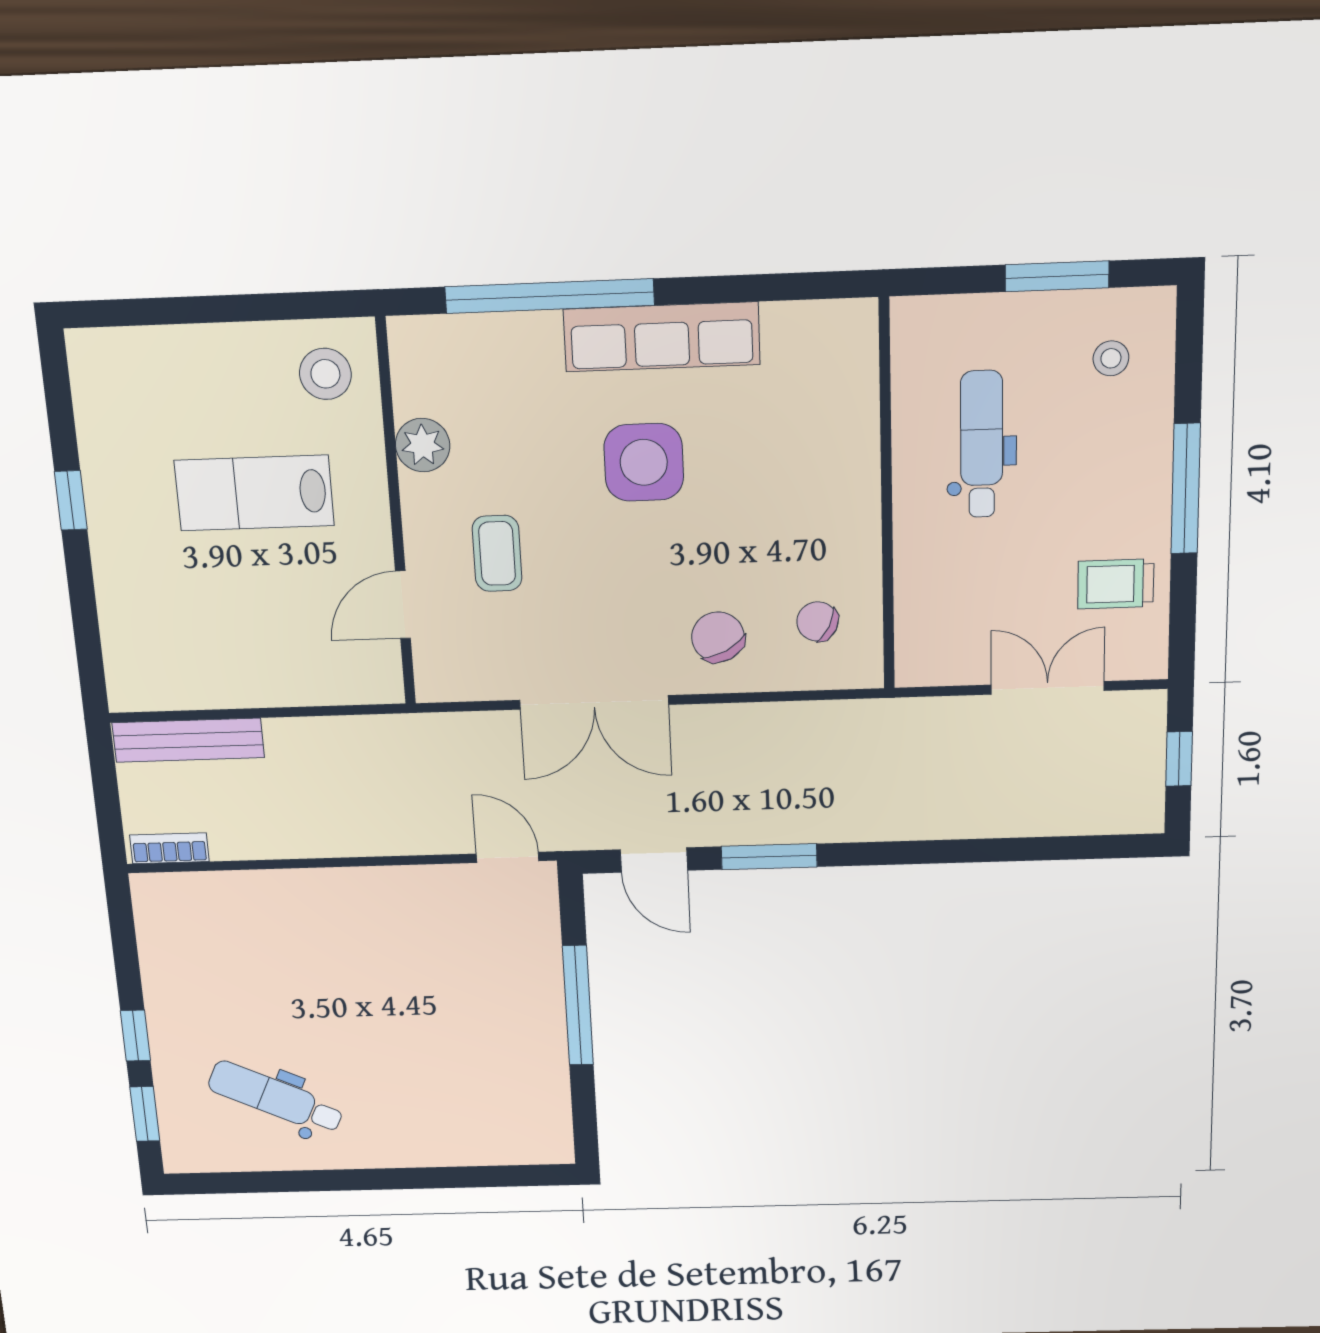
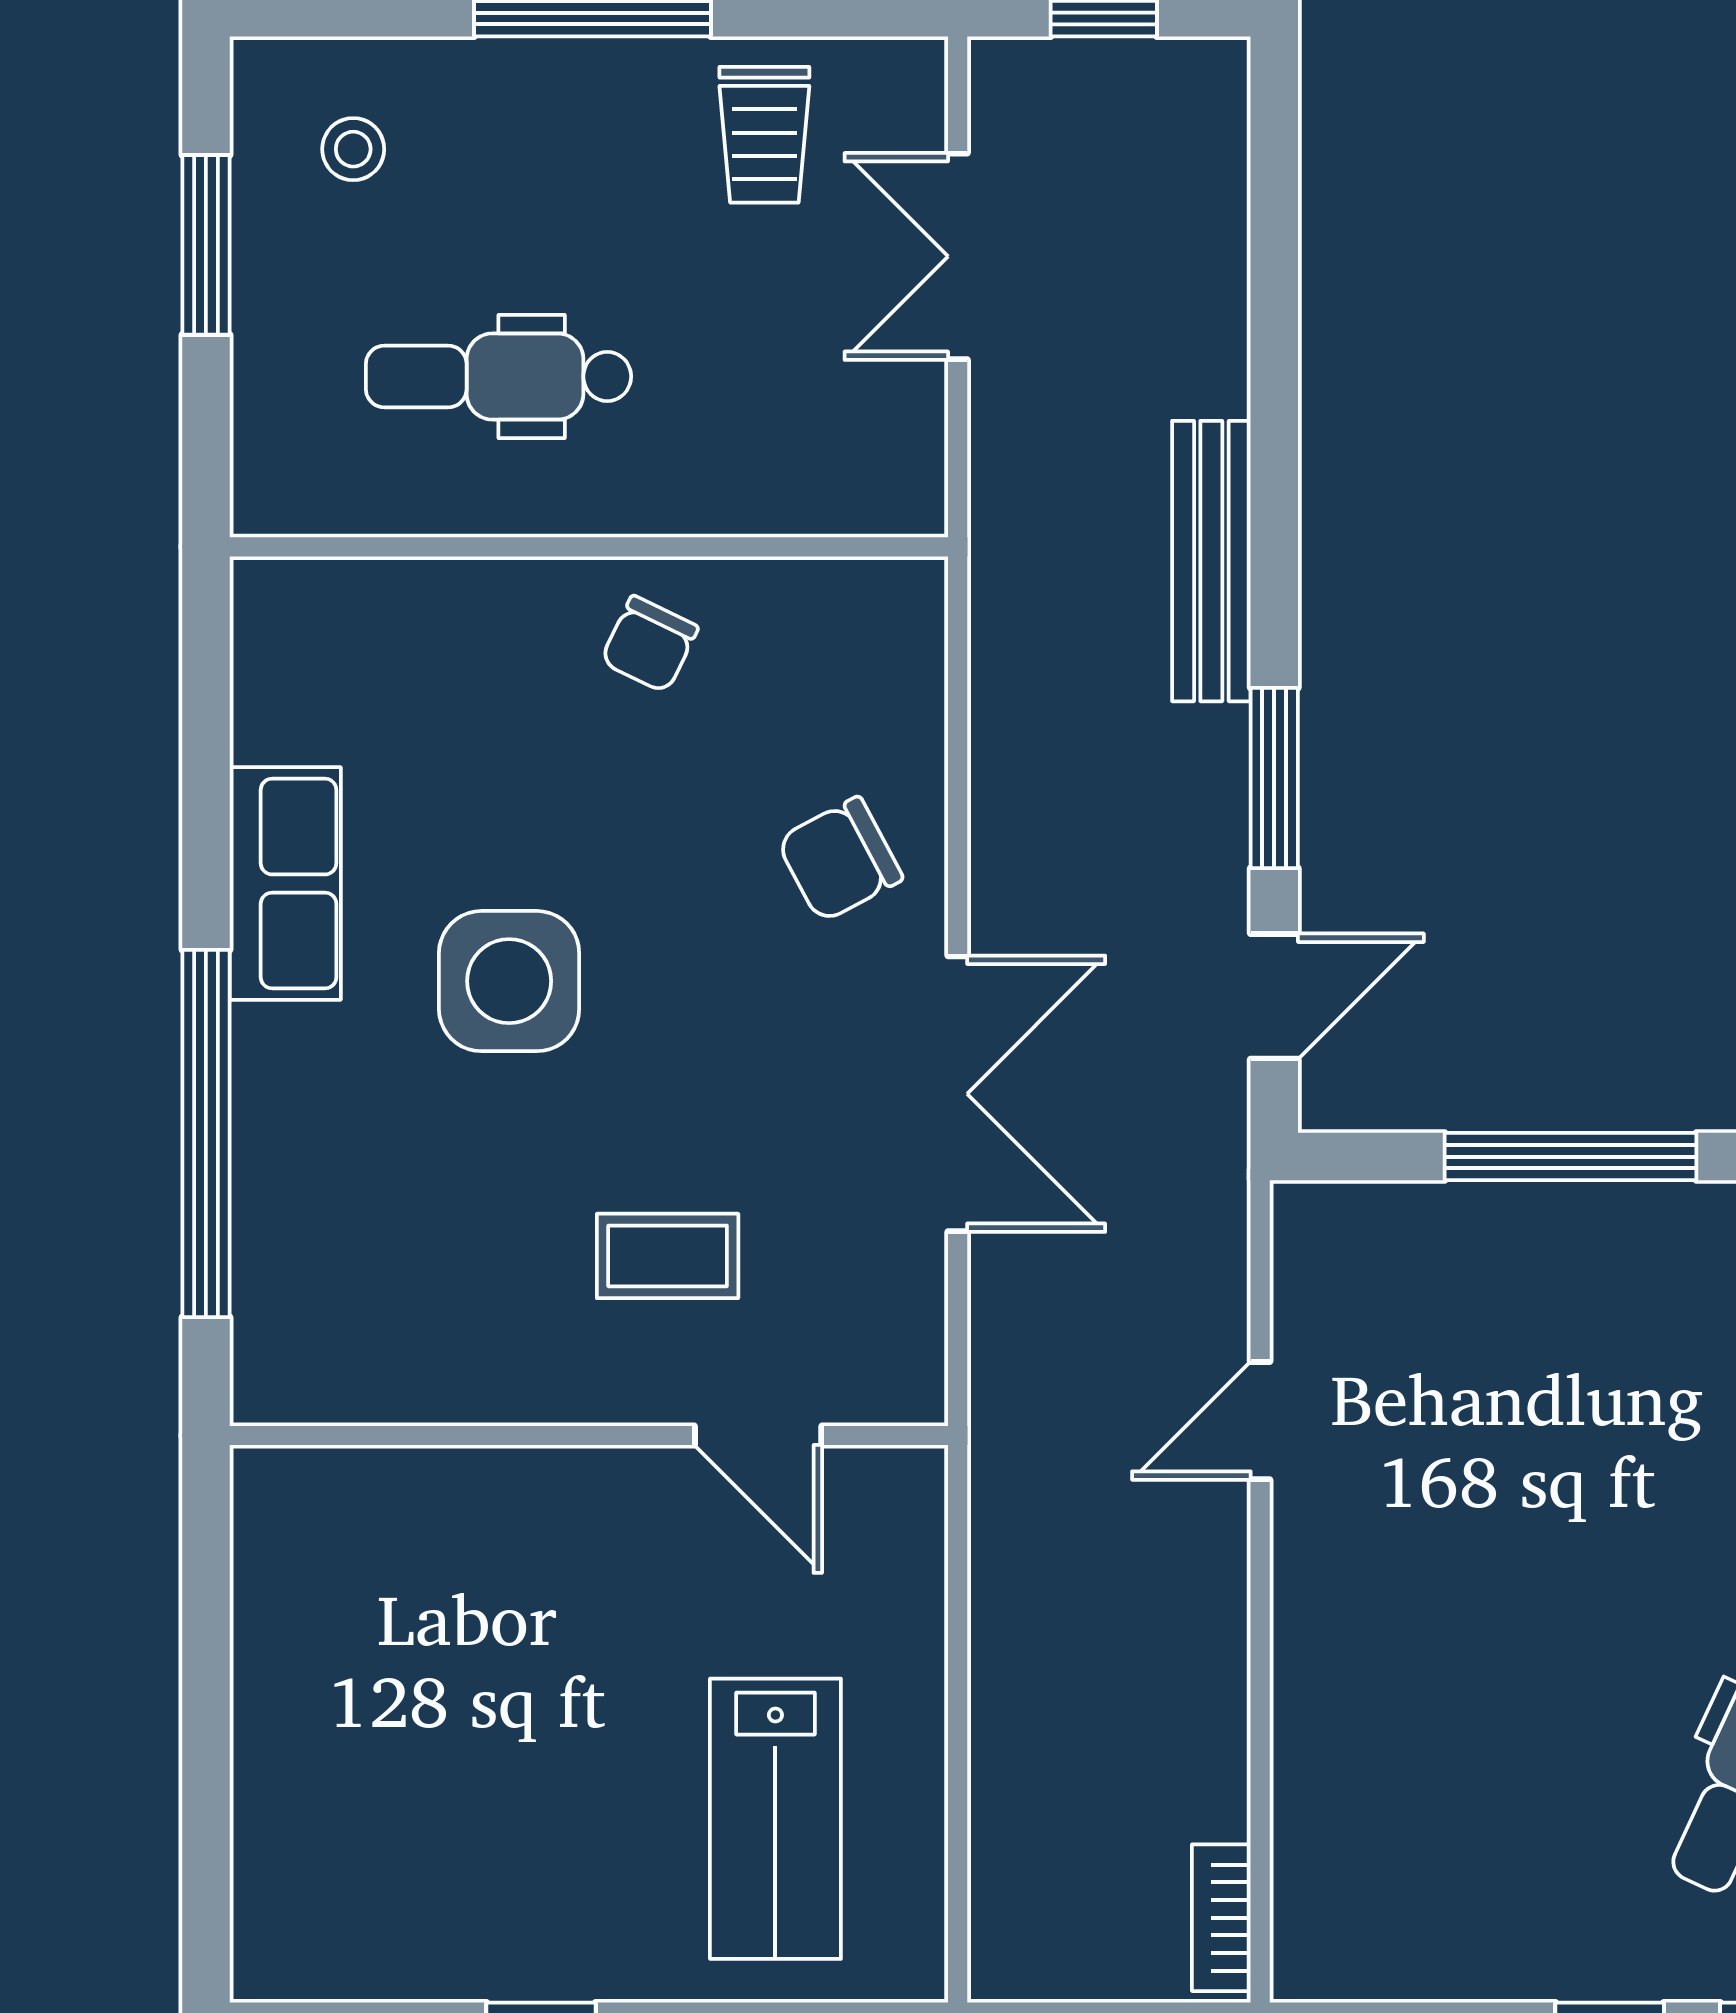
row of seats: (662, 337) -> (285, 884), width x0.68
stool: (325, 374) -> (328, 1542), removed
plant: (423, 445) -> (463, 1377), removed
lab bench: (254, 493) -> (775, 1819), moved
chair: (817, 621) -> (649, 644), moved
bench: (188, 740) -> (1211, 561), moved
door: (508, 857) -> (1260, 1421), moved

